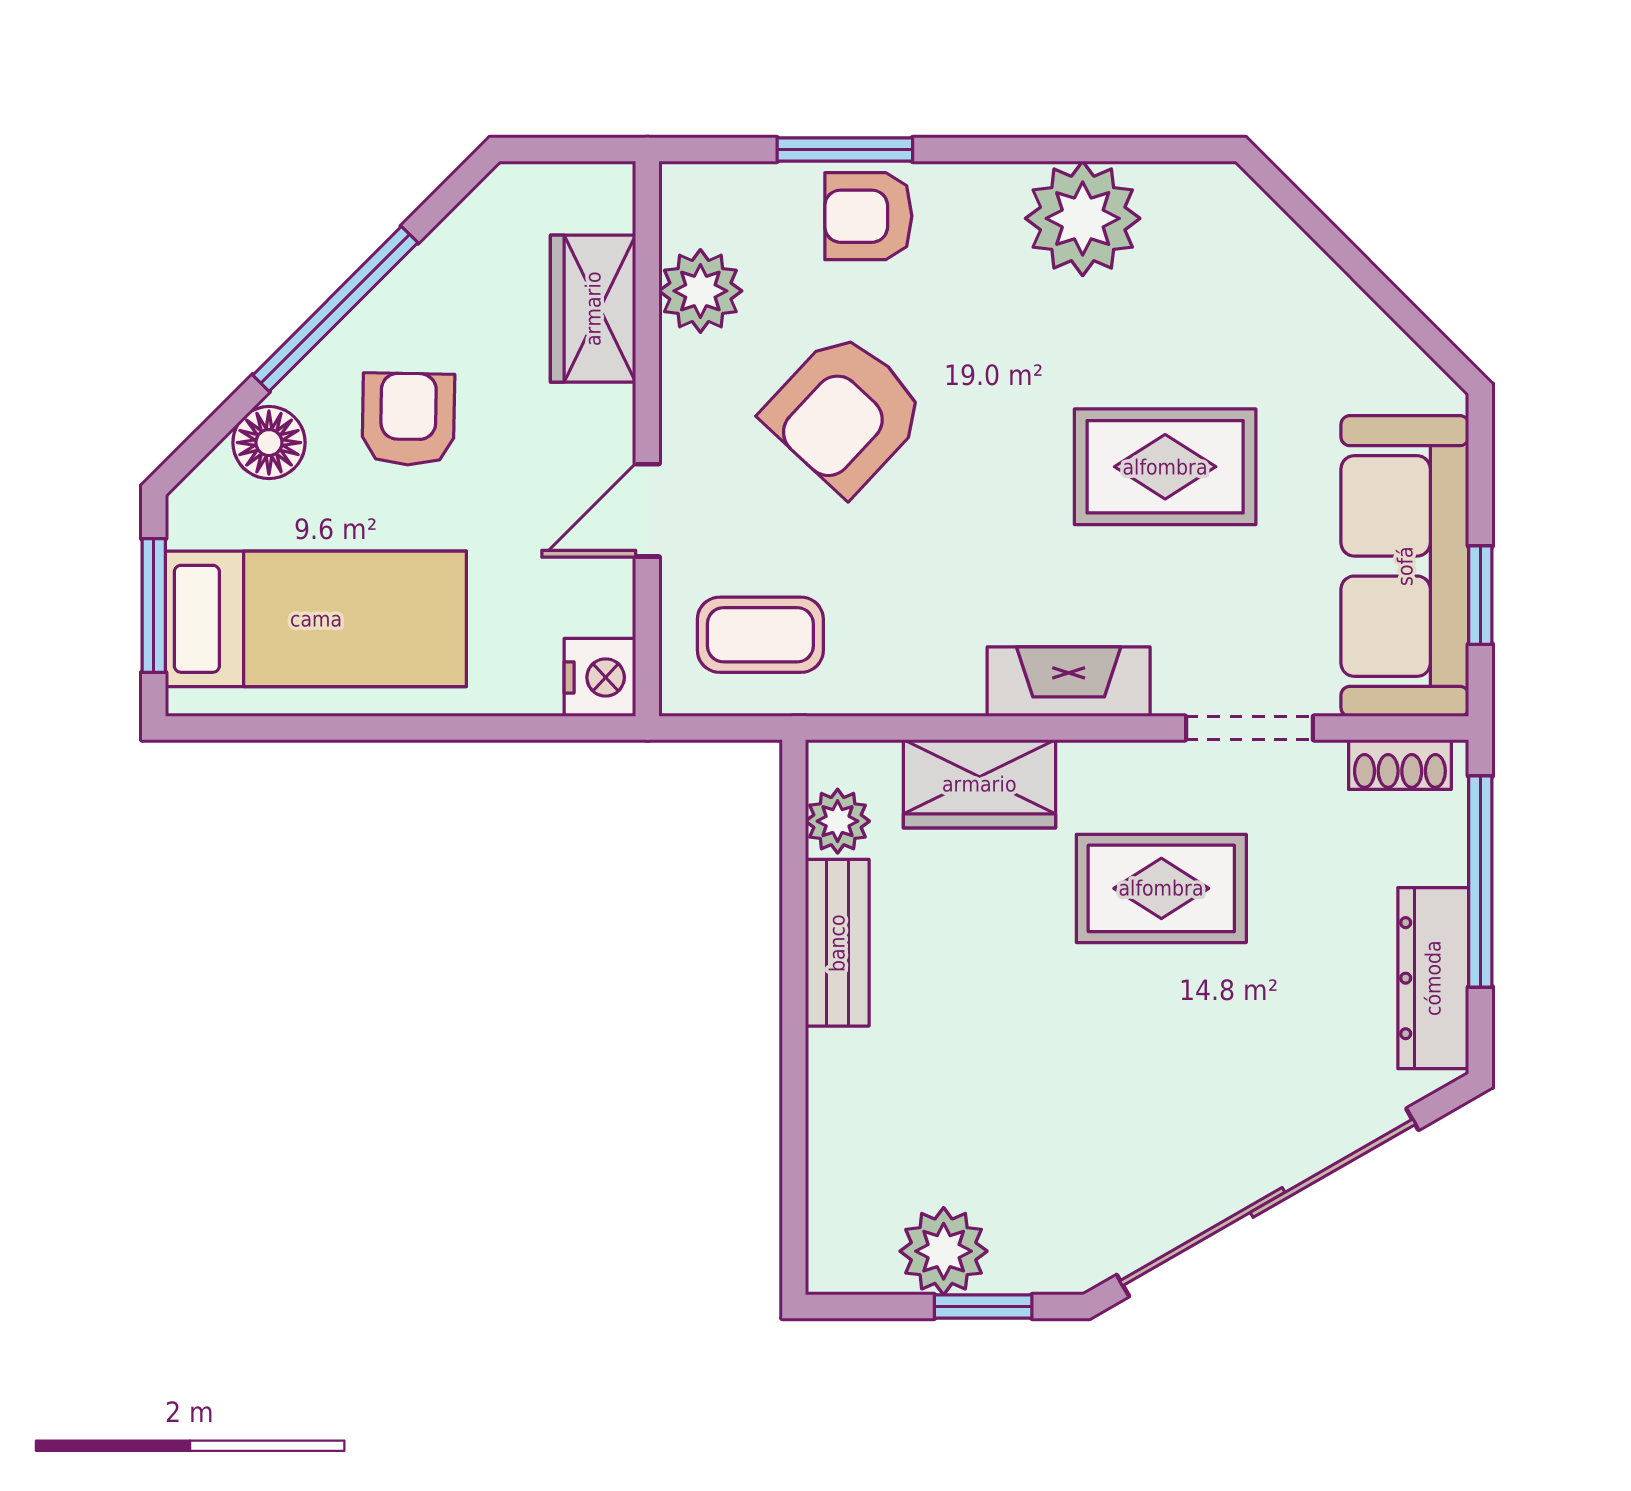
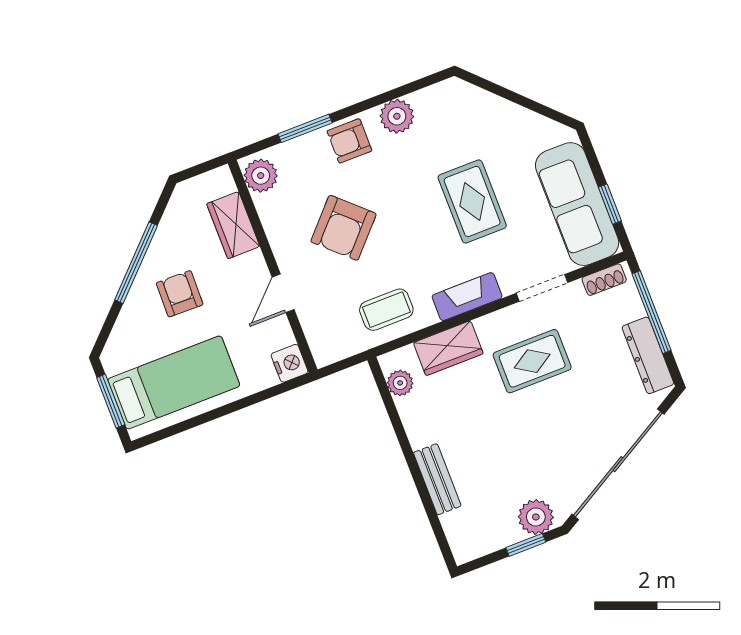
armchair: (868, 216) -> (349, 141), moved
plant: (1083, 218) -> (397, 116), width x0.73, depth x0.73
plant: (700, 291) -> (261, 176), moved
floor lamp: (269, 443) -> (130, 323), removed
rug: (1165, 467) -> (472, 201), turned 90
coffee table: (760, 635) -> (386, 310), moved
bench: (837, 943) -> (437, 479), moved
plant: (944, 1251) -> (536, 517), moved

